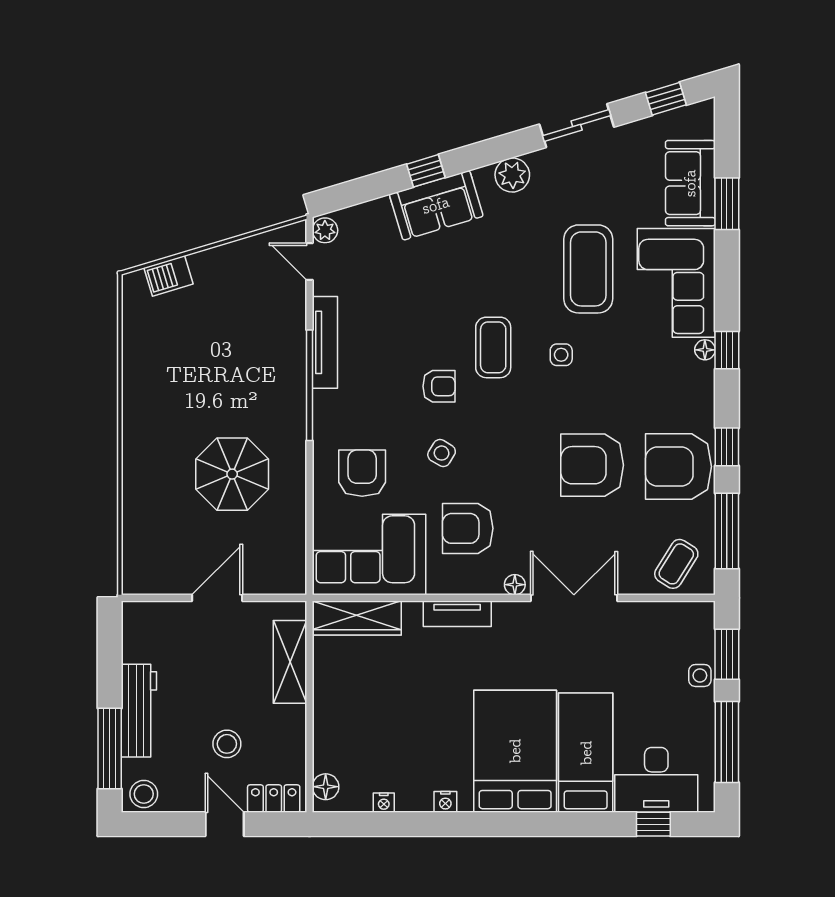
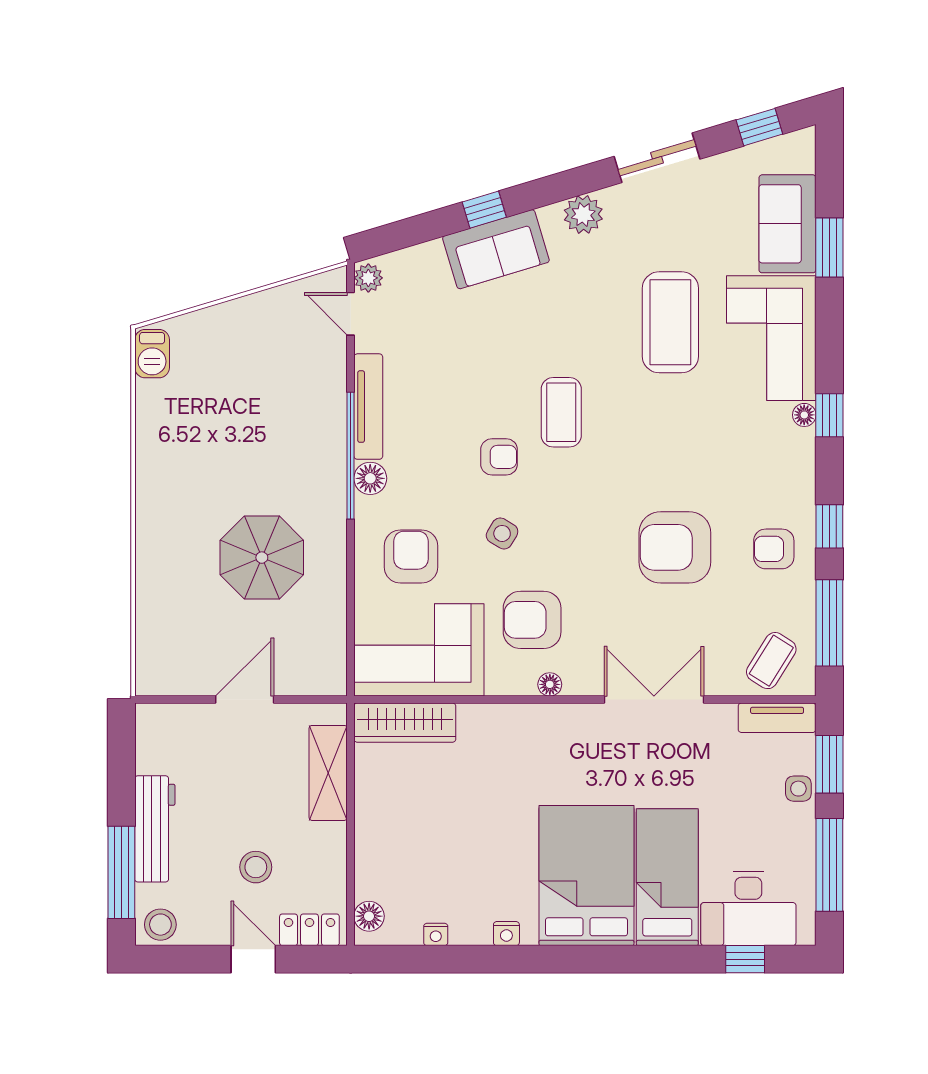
barbecue: (169, 276) -> (152, 354), moved, turned -73
side table: (561, 355) -> (639, 421), removed
floor lamp: (327, 405) -> (370, 478), added
armchair: (678, 467) -> (774, 549), width x0.53, depth x0.53
floor lamp: (515, 585) -> (550, 684), moved
tv unit: (457, 614) -> (777, 718), moved

